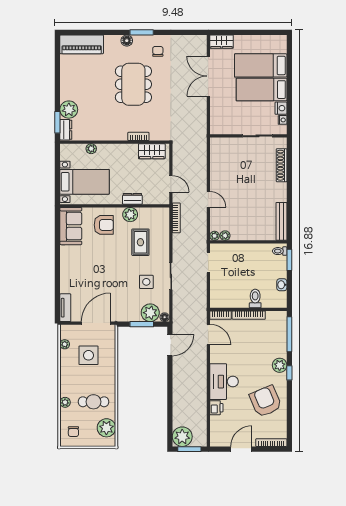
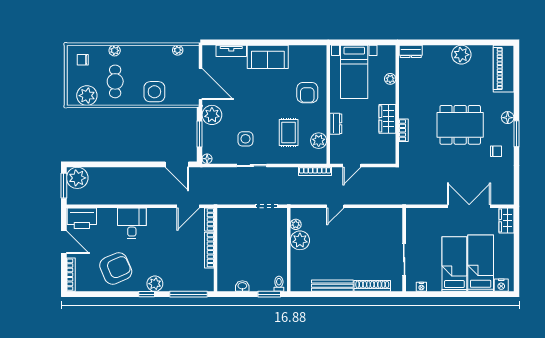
nightstand: (281, 108) -> (501, 285), moved
plant: (69, 110) -> (461, 55), moved
window: (57, 122) -> (419, 42), removed
wardrobe: (152, 151) -> (387, 119), moved
plant: (130, 215) -> (319, 141), moved
bench: (281, 221) -> (332, 286), moved
sofa: (71, 226) -> (268, 57), moved
plant: (215, 236) -> (300, 240), moved, width x1.87, depth x1.87
rug: (140, 242) -> (289, 132), turned 90
toilet: (255, 299) -> (227, 257), removed
tv unit: (65, 308) -> (231, 51), moved
plant: (150, 313) -> (212, 115), moved
side table: (89, 355) -> (154, 92), moved
desk: (224, 382) -> (132, 223), width x0.73
printer: (216, 408) -> (82, 218), moved, width x1.87, depth x1.48

